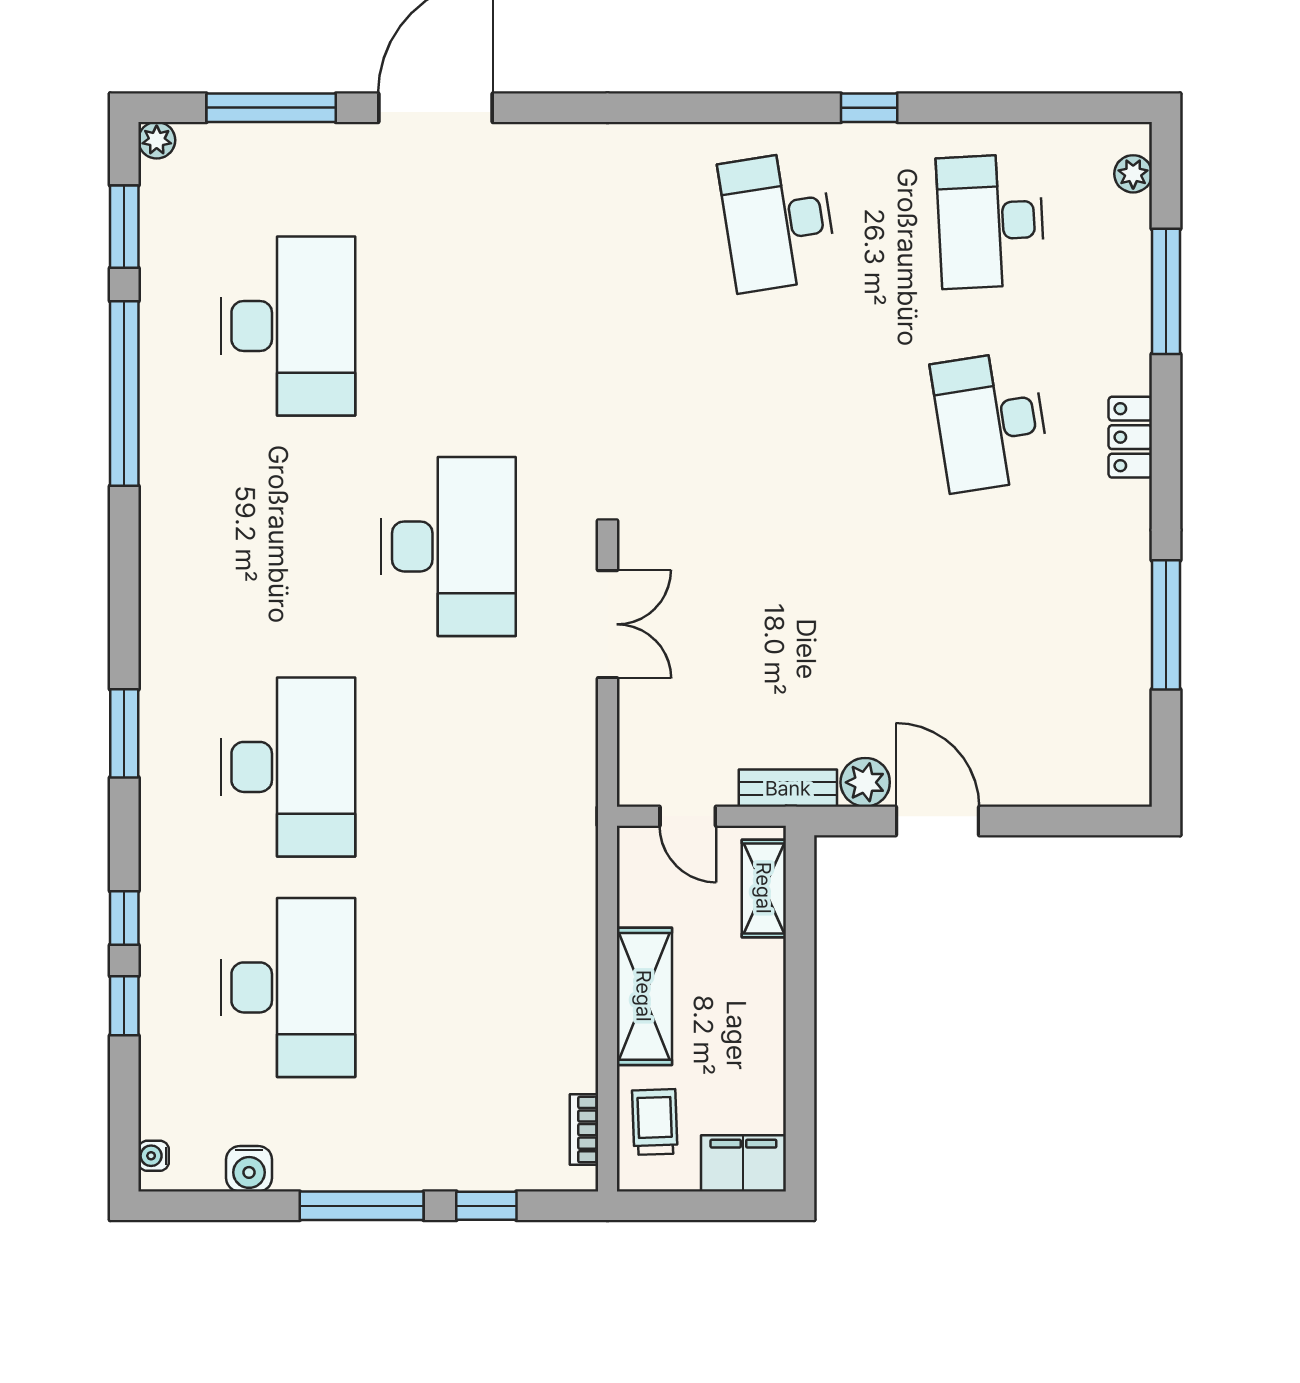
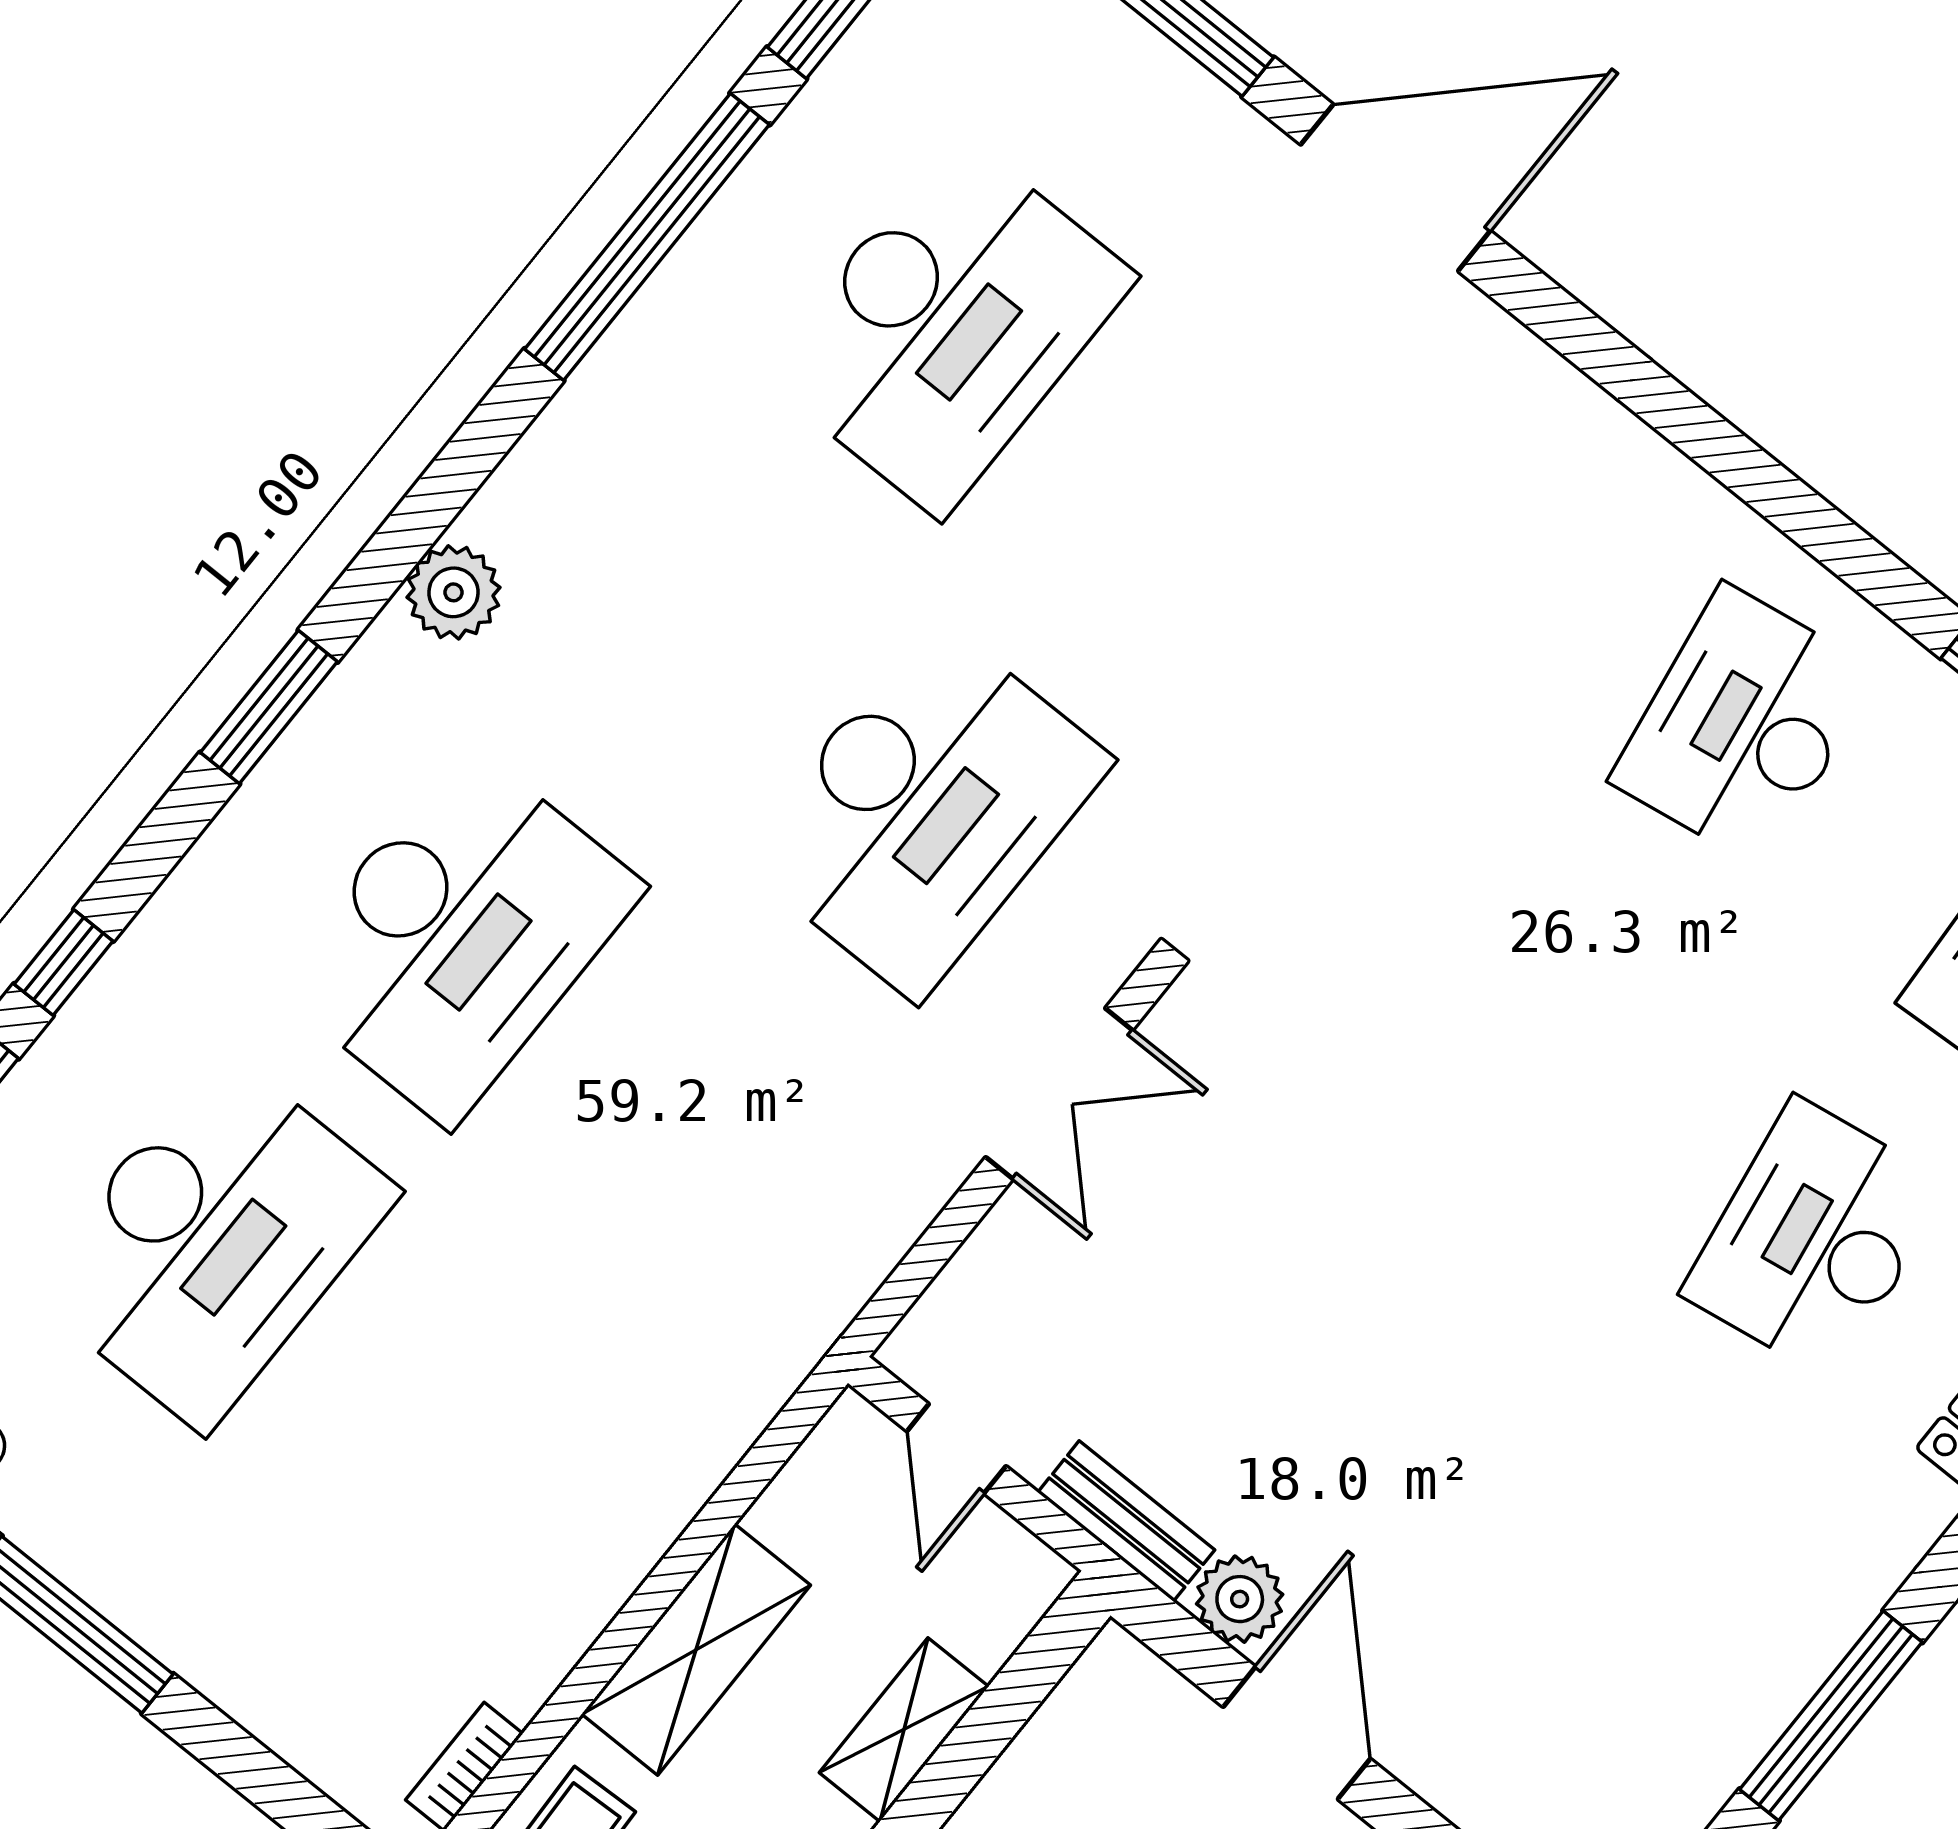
plant: (165, 618) -> (453, 592), added
shelving: (764, 888) -> (904, 1730), moved
window: (486, 1206) -> (245, 1764), removed

